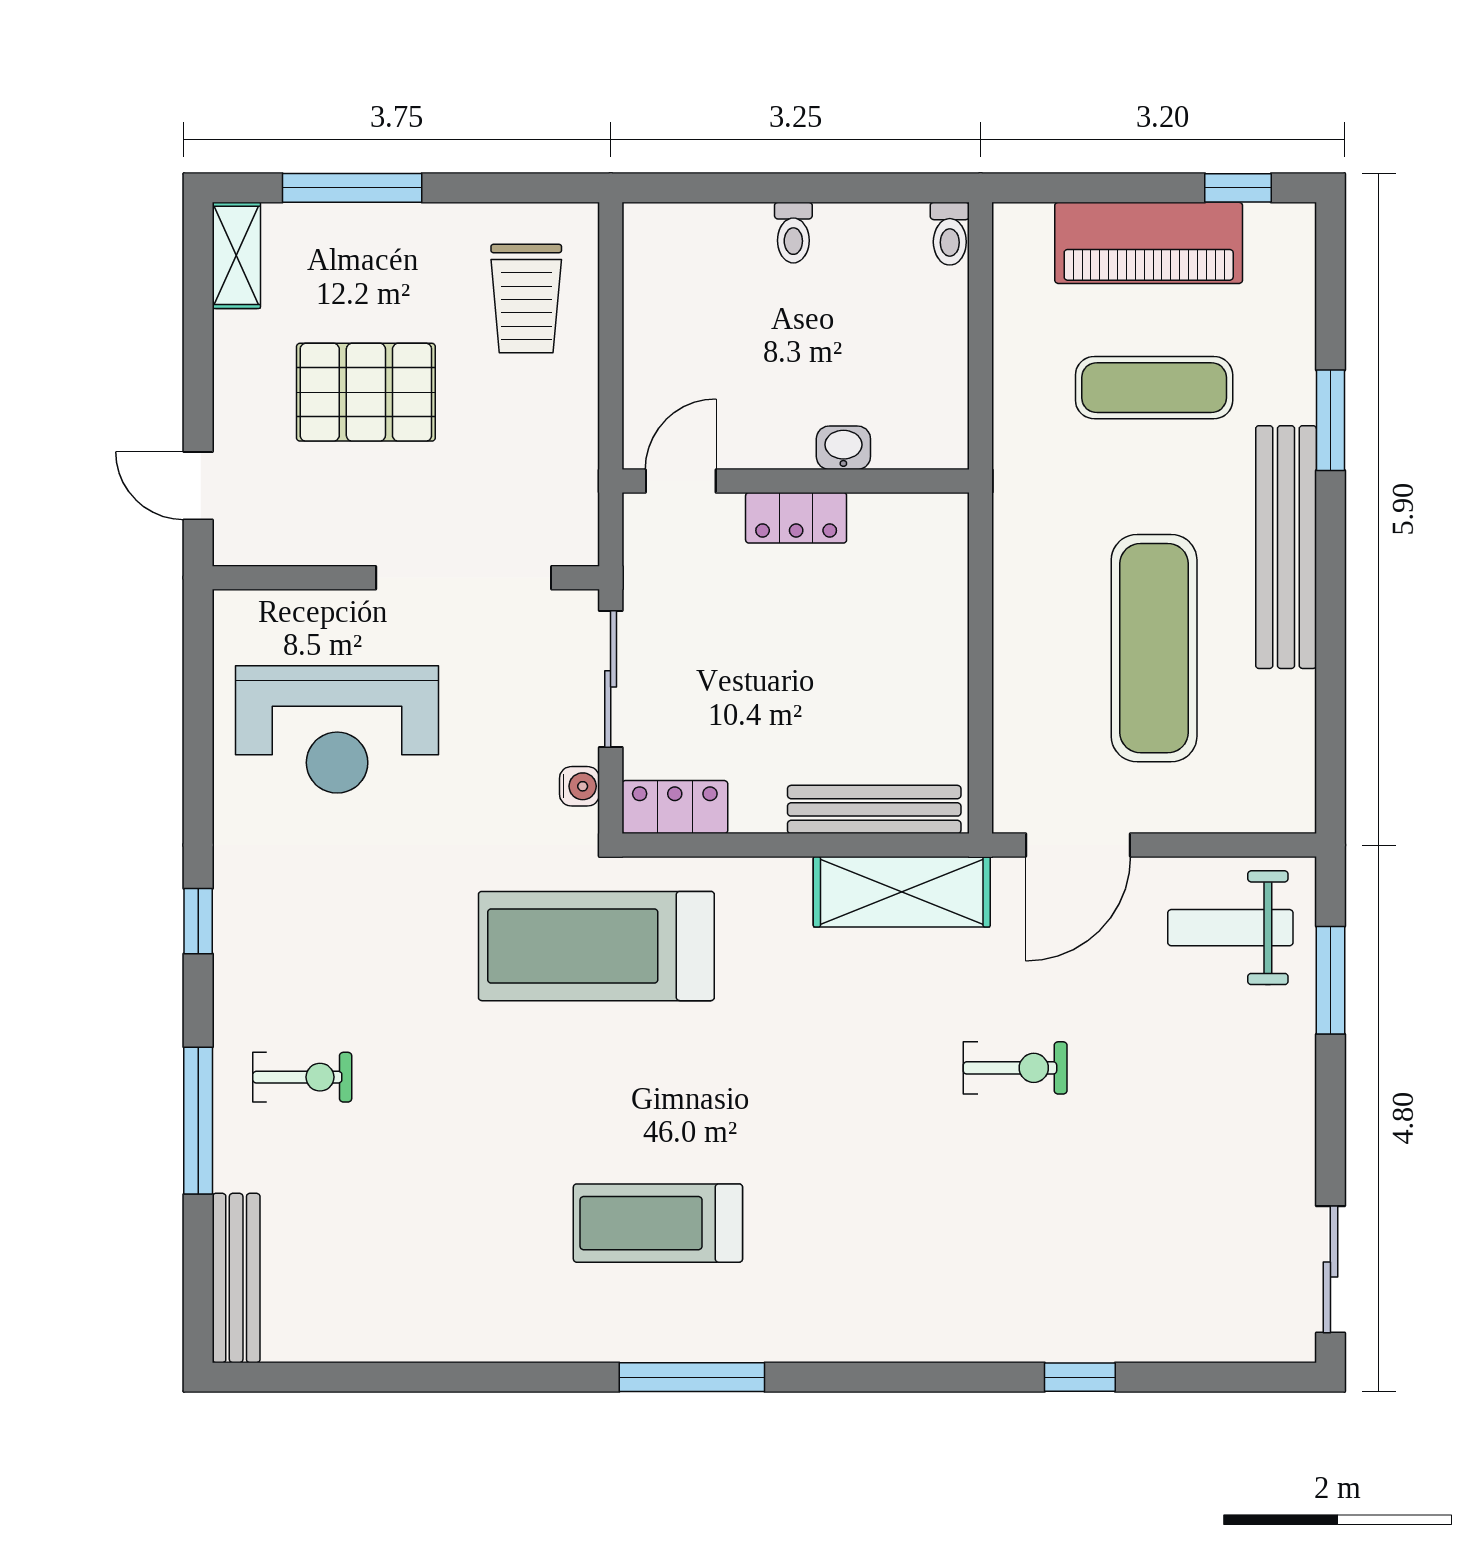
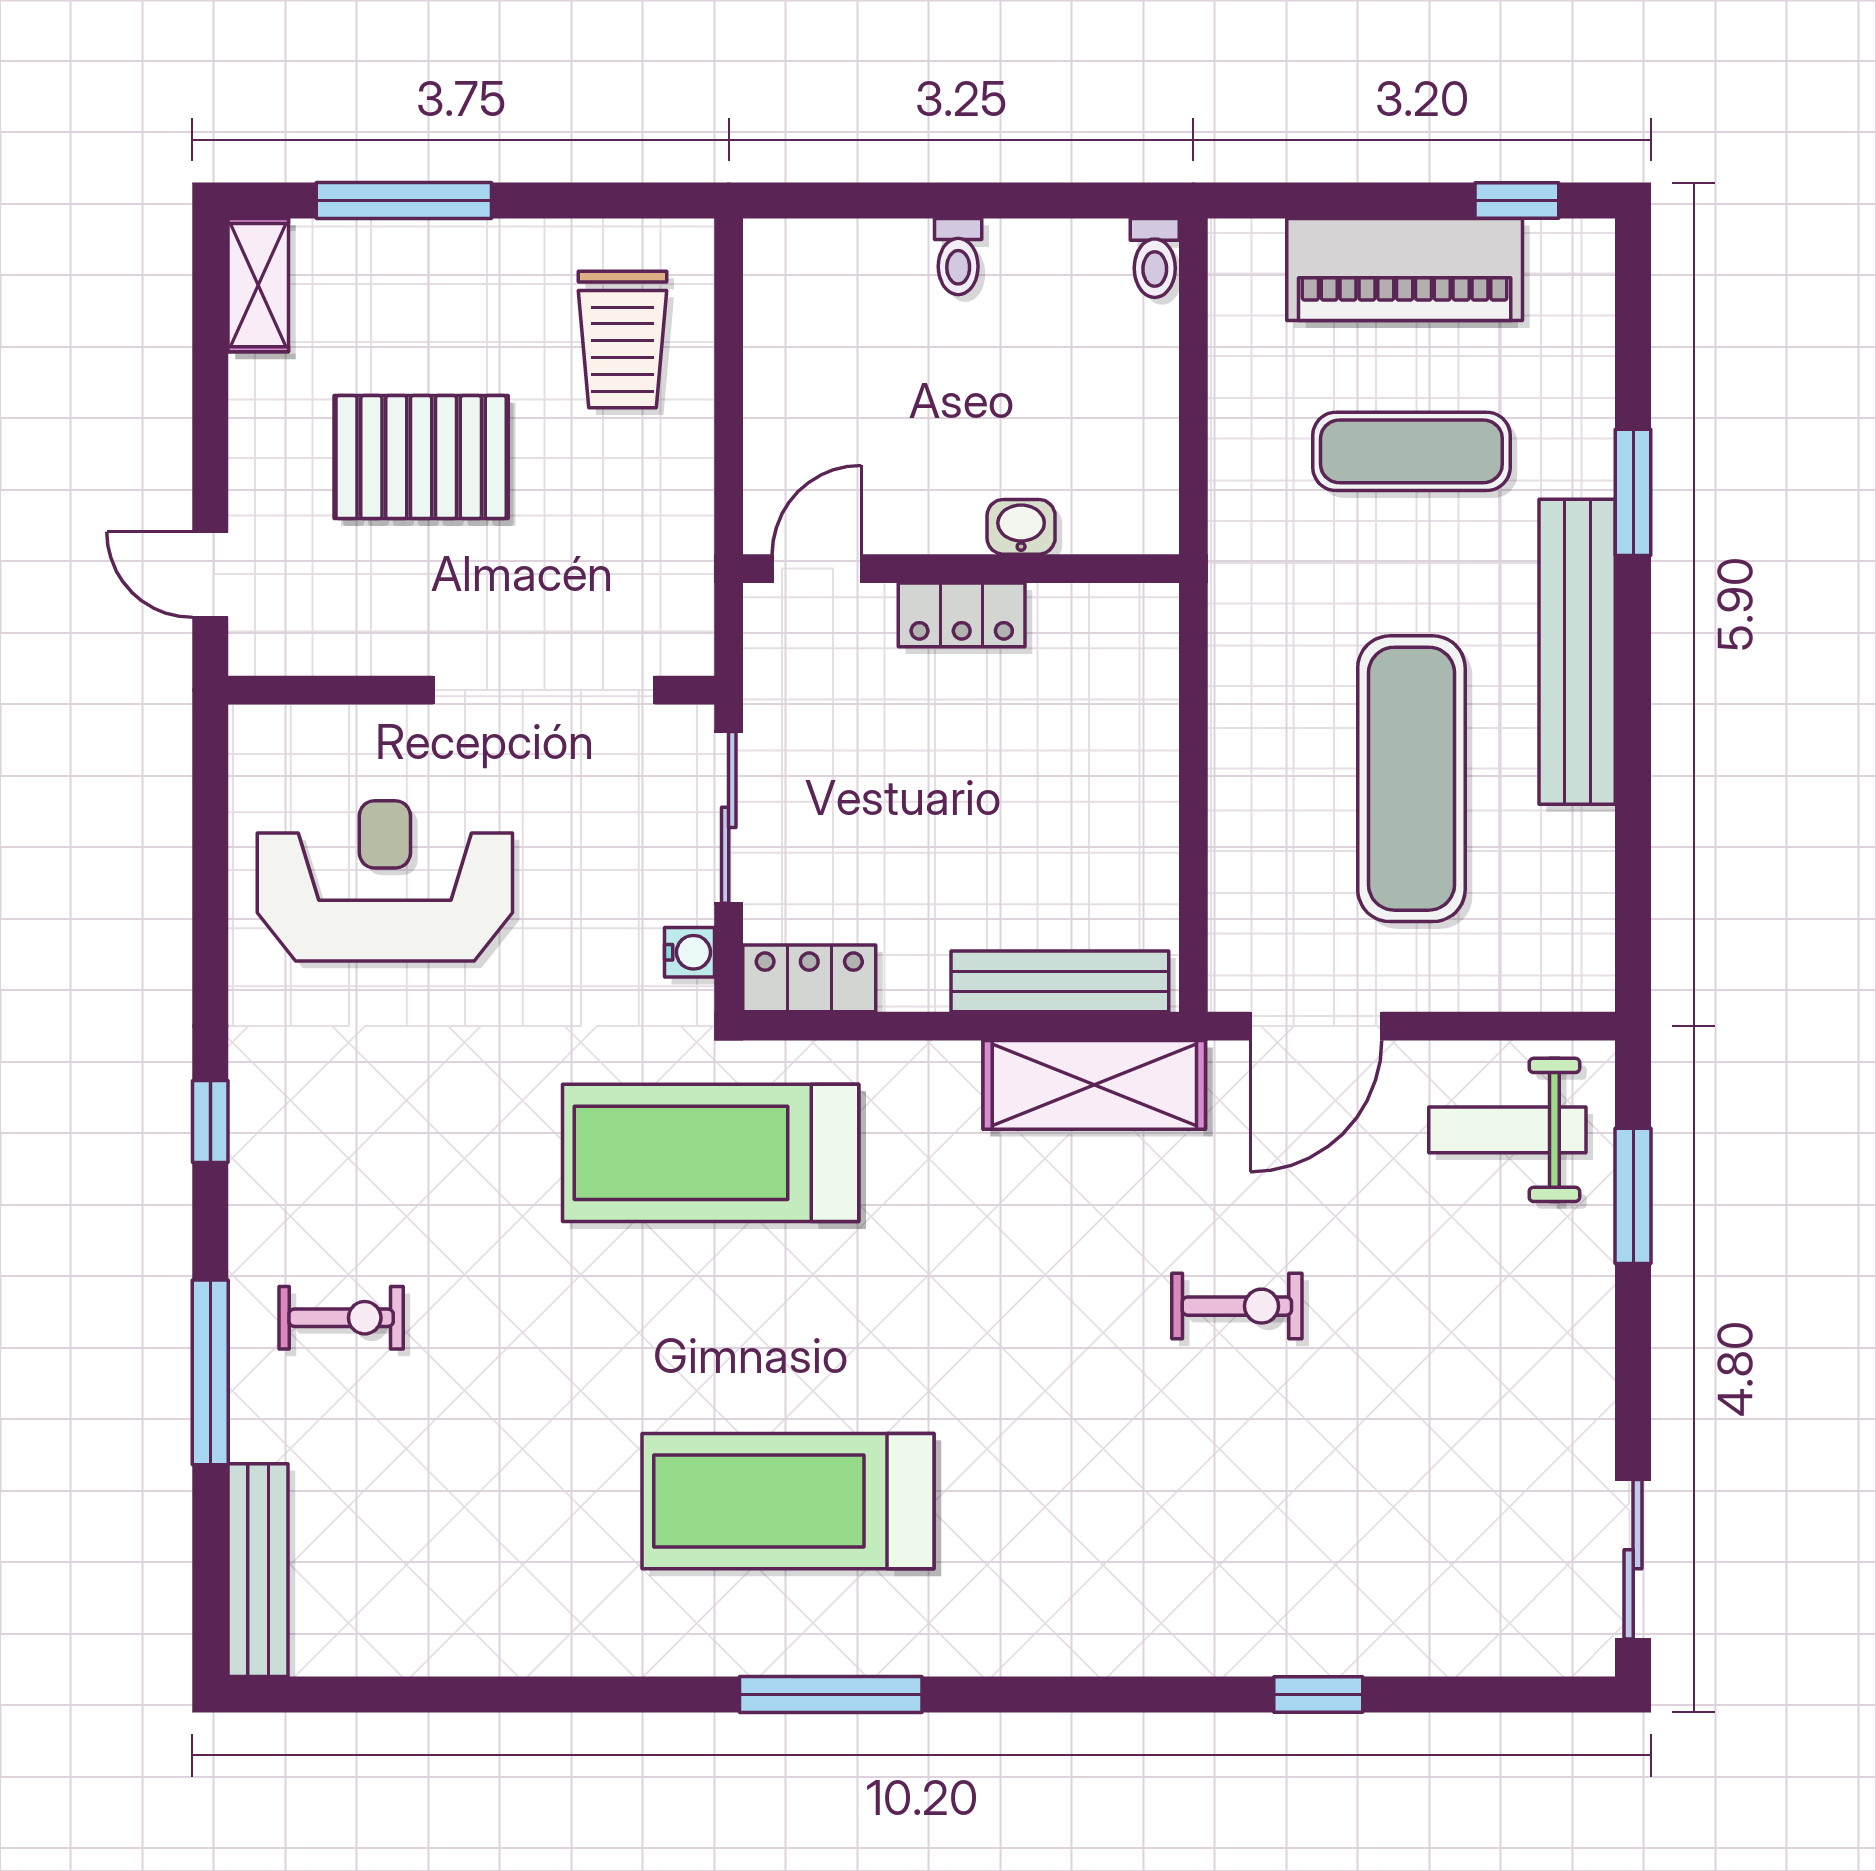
reception desk: (337, 729) -> (385, 881), turned 180
treadmill: (658, 1223) -> (788, 1501), width x1.37, depth x1.38

